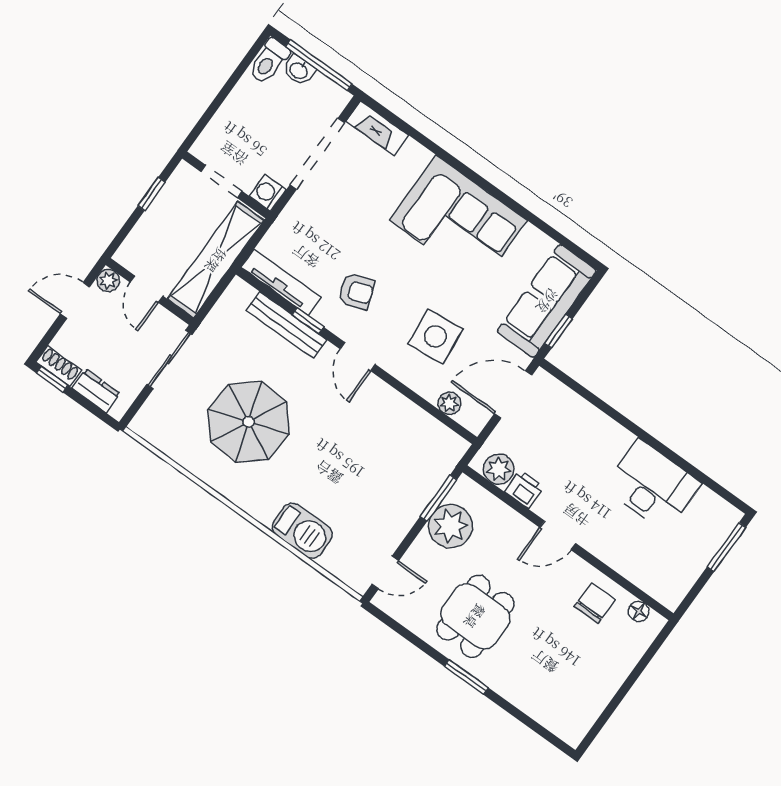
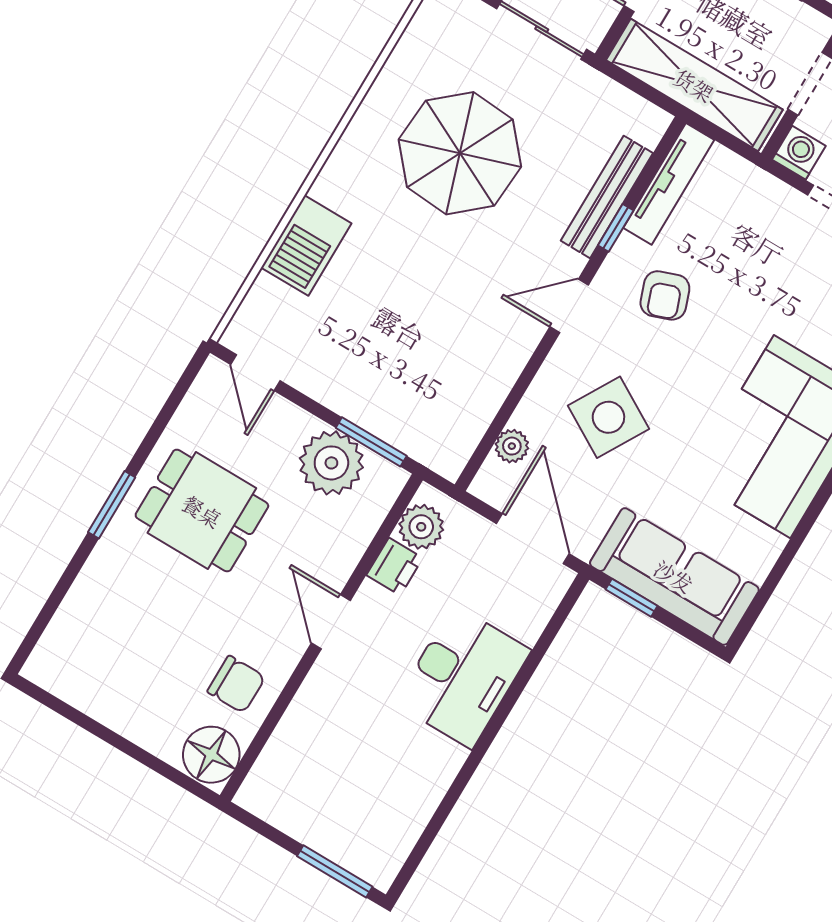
side table: (435, 336) -> (608, 417), turned 36
desk: (652, 485) -> (463, 677), moved
floor lamp: (639, 611) -> (211, 755), width x1.89, depth x1.89

